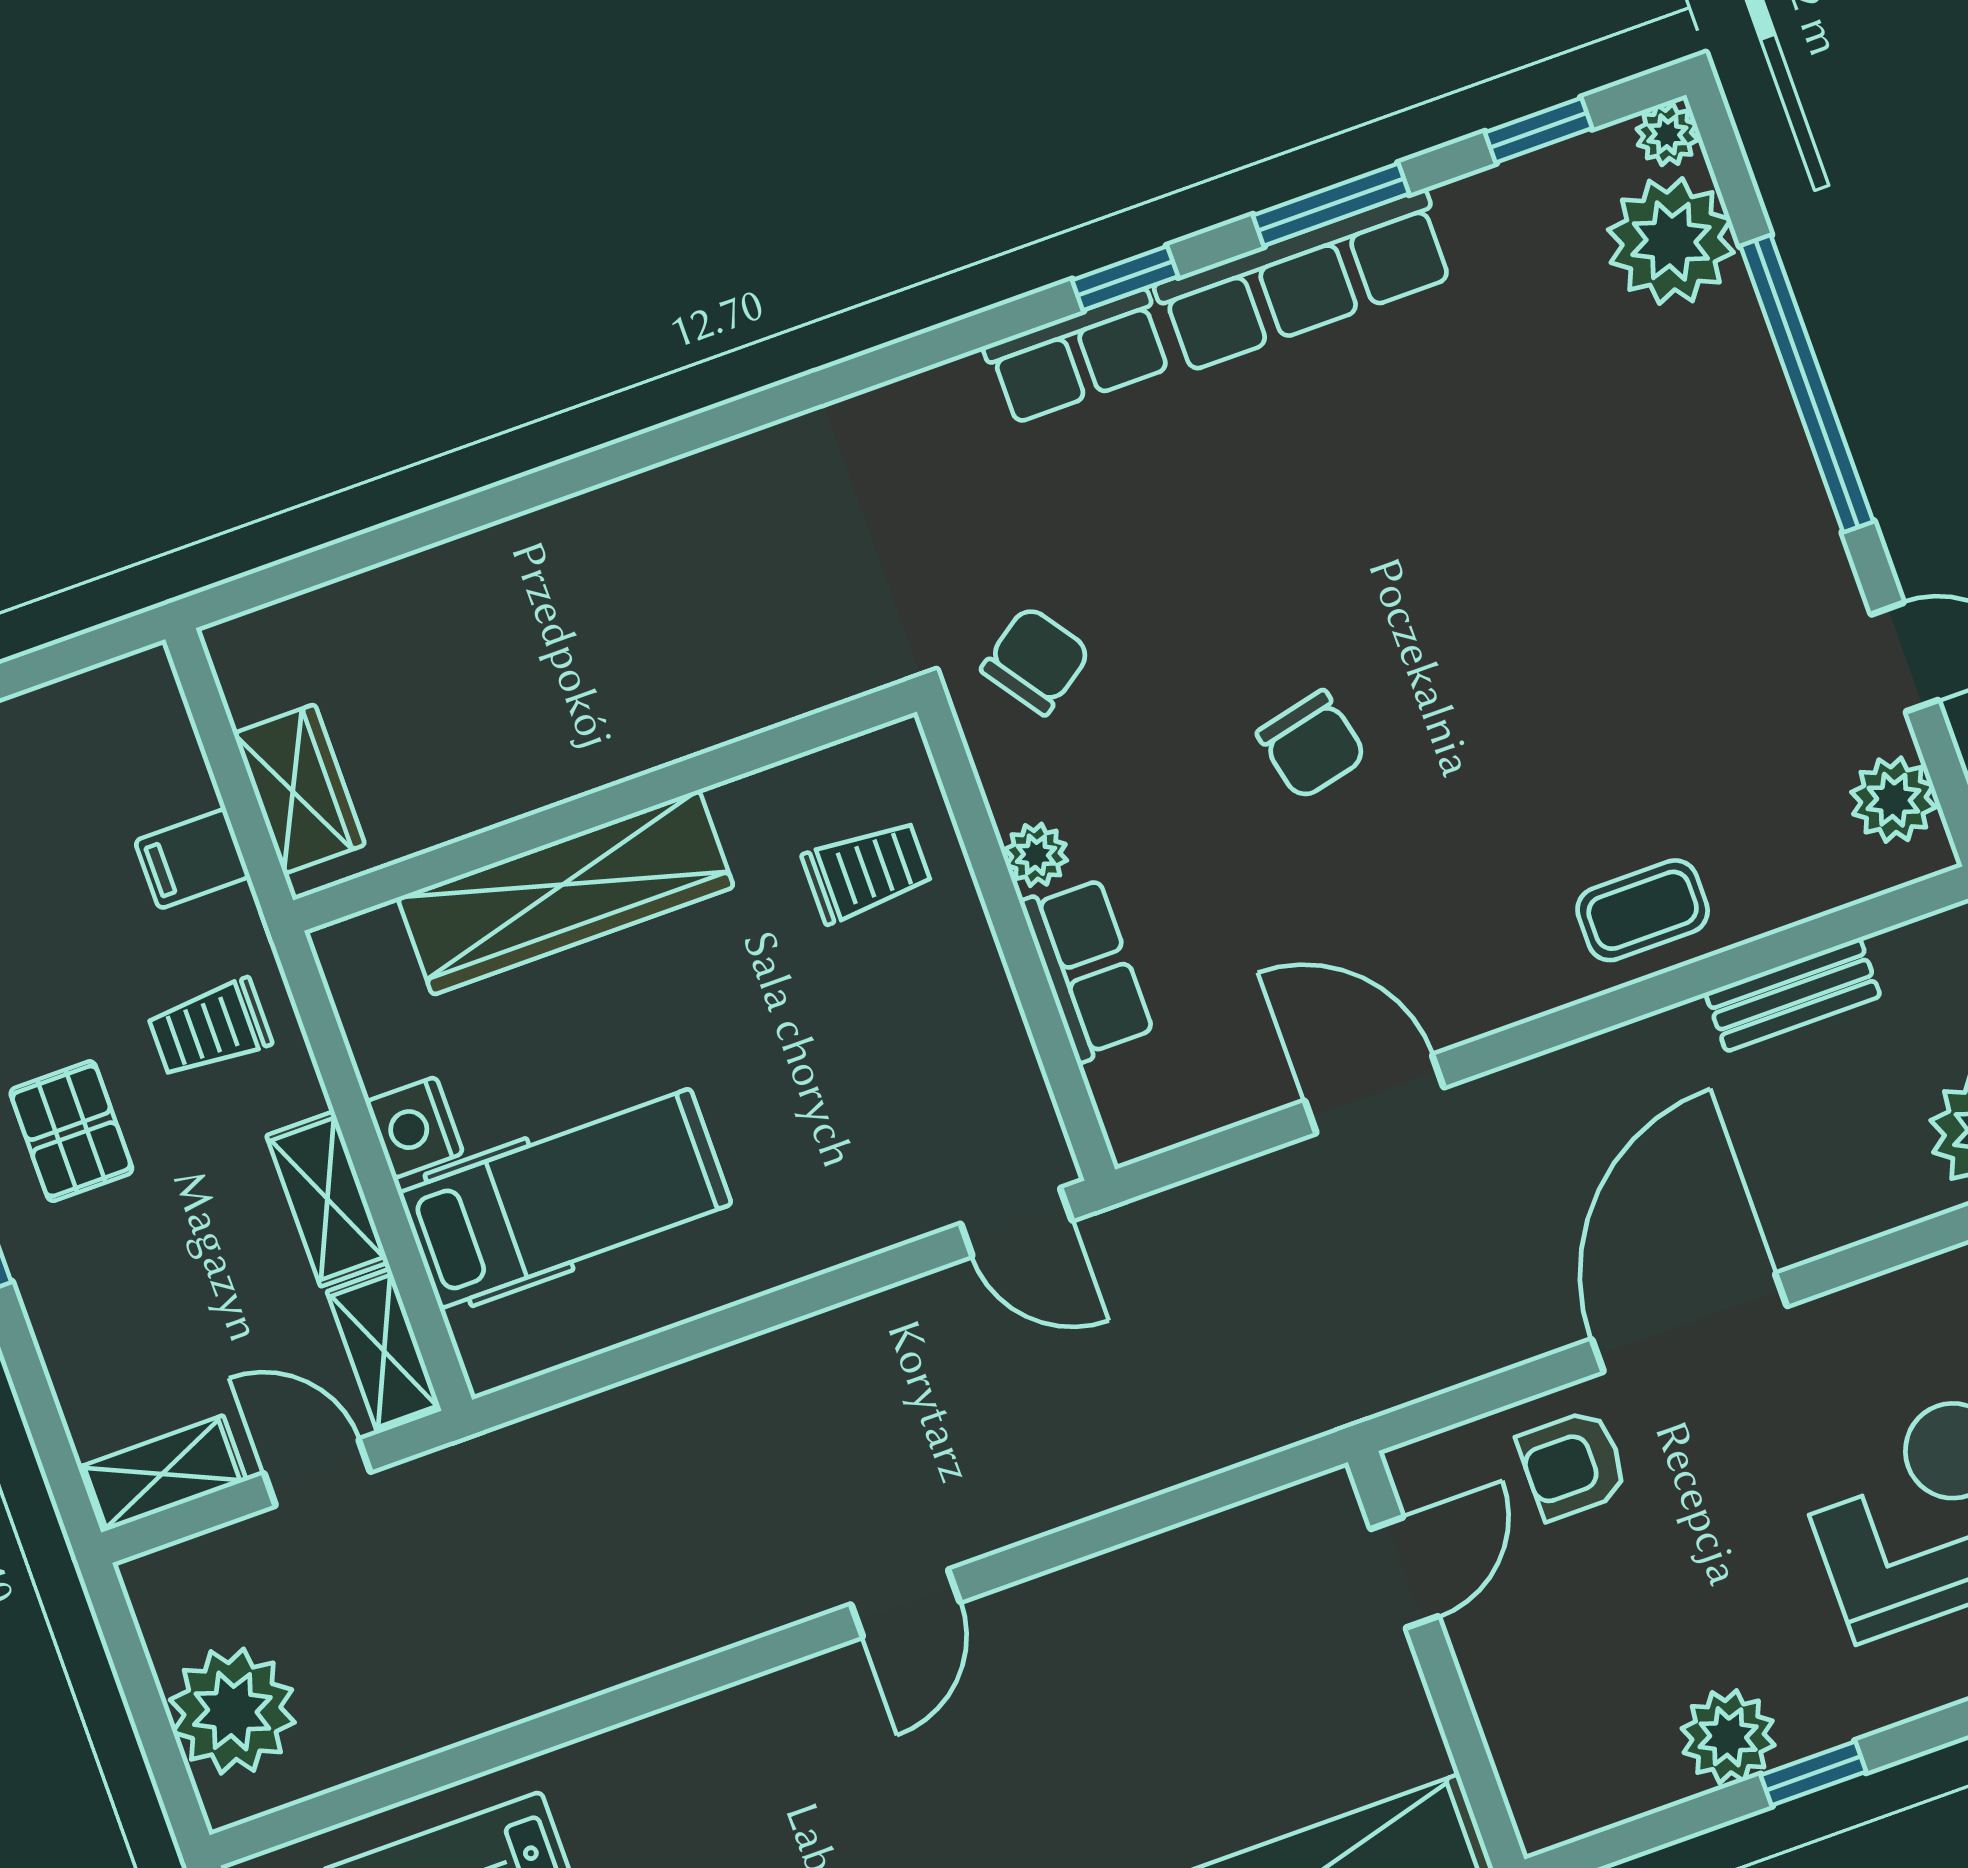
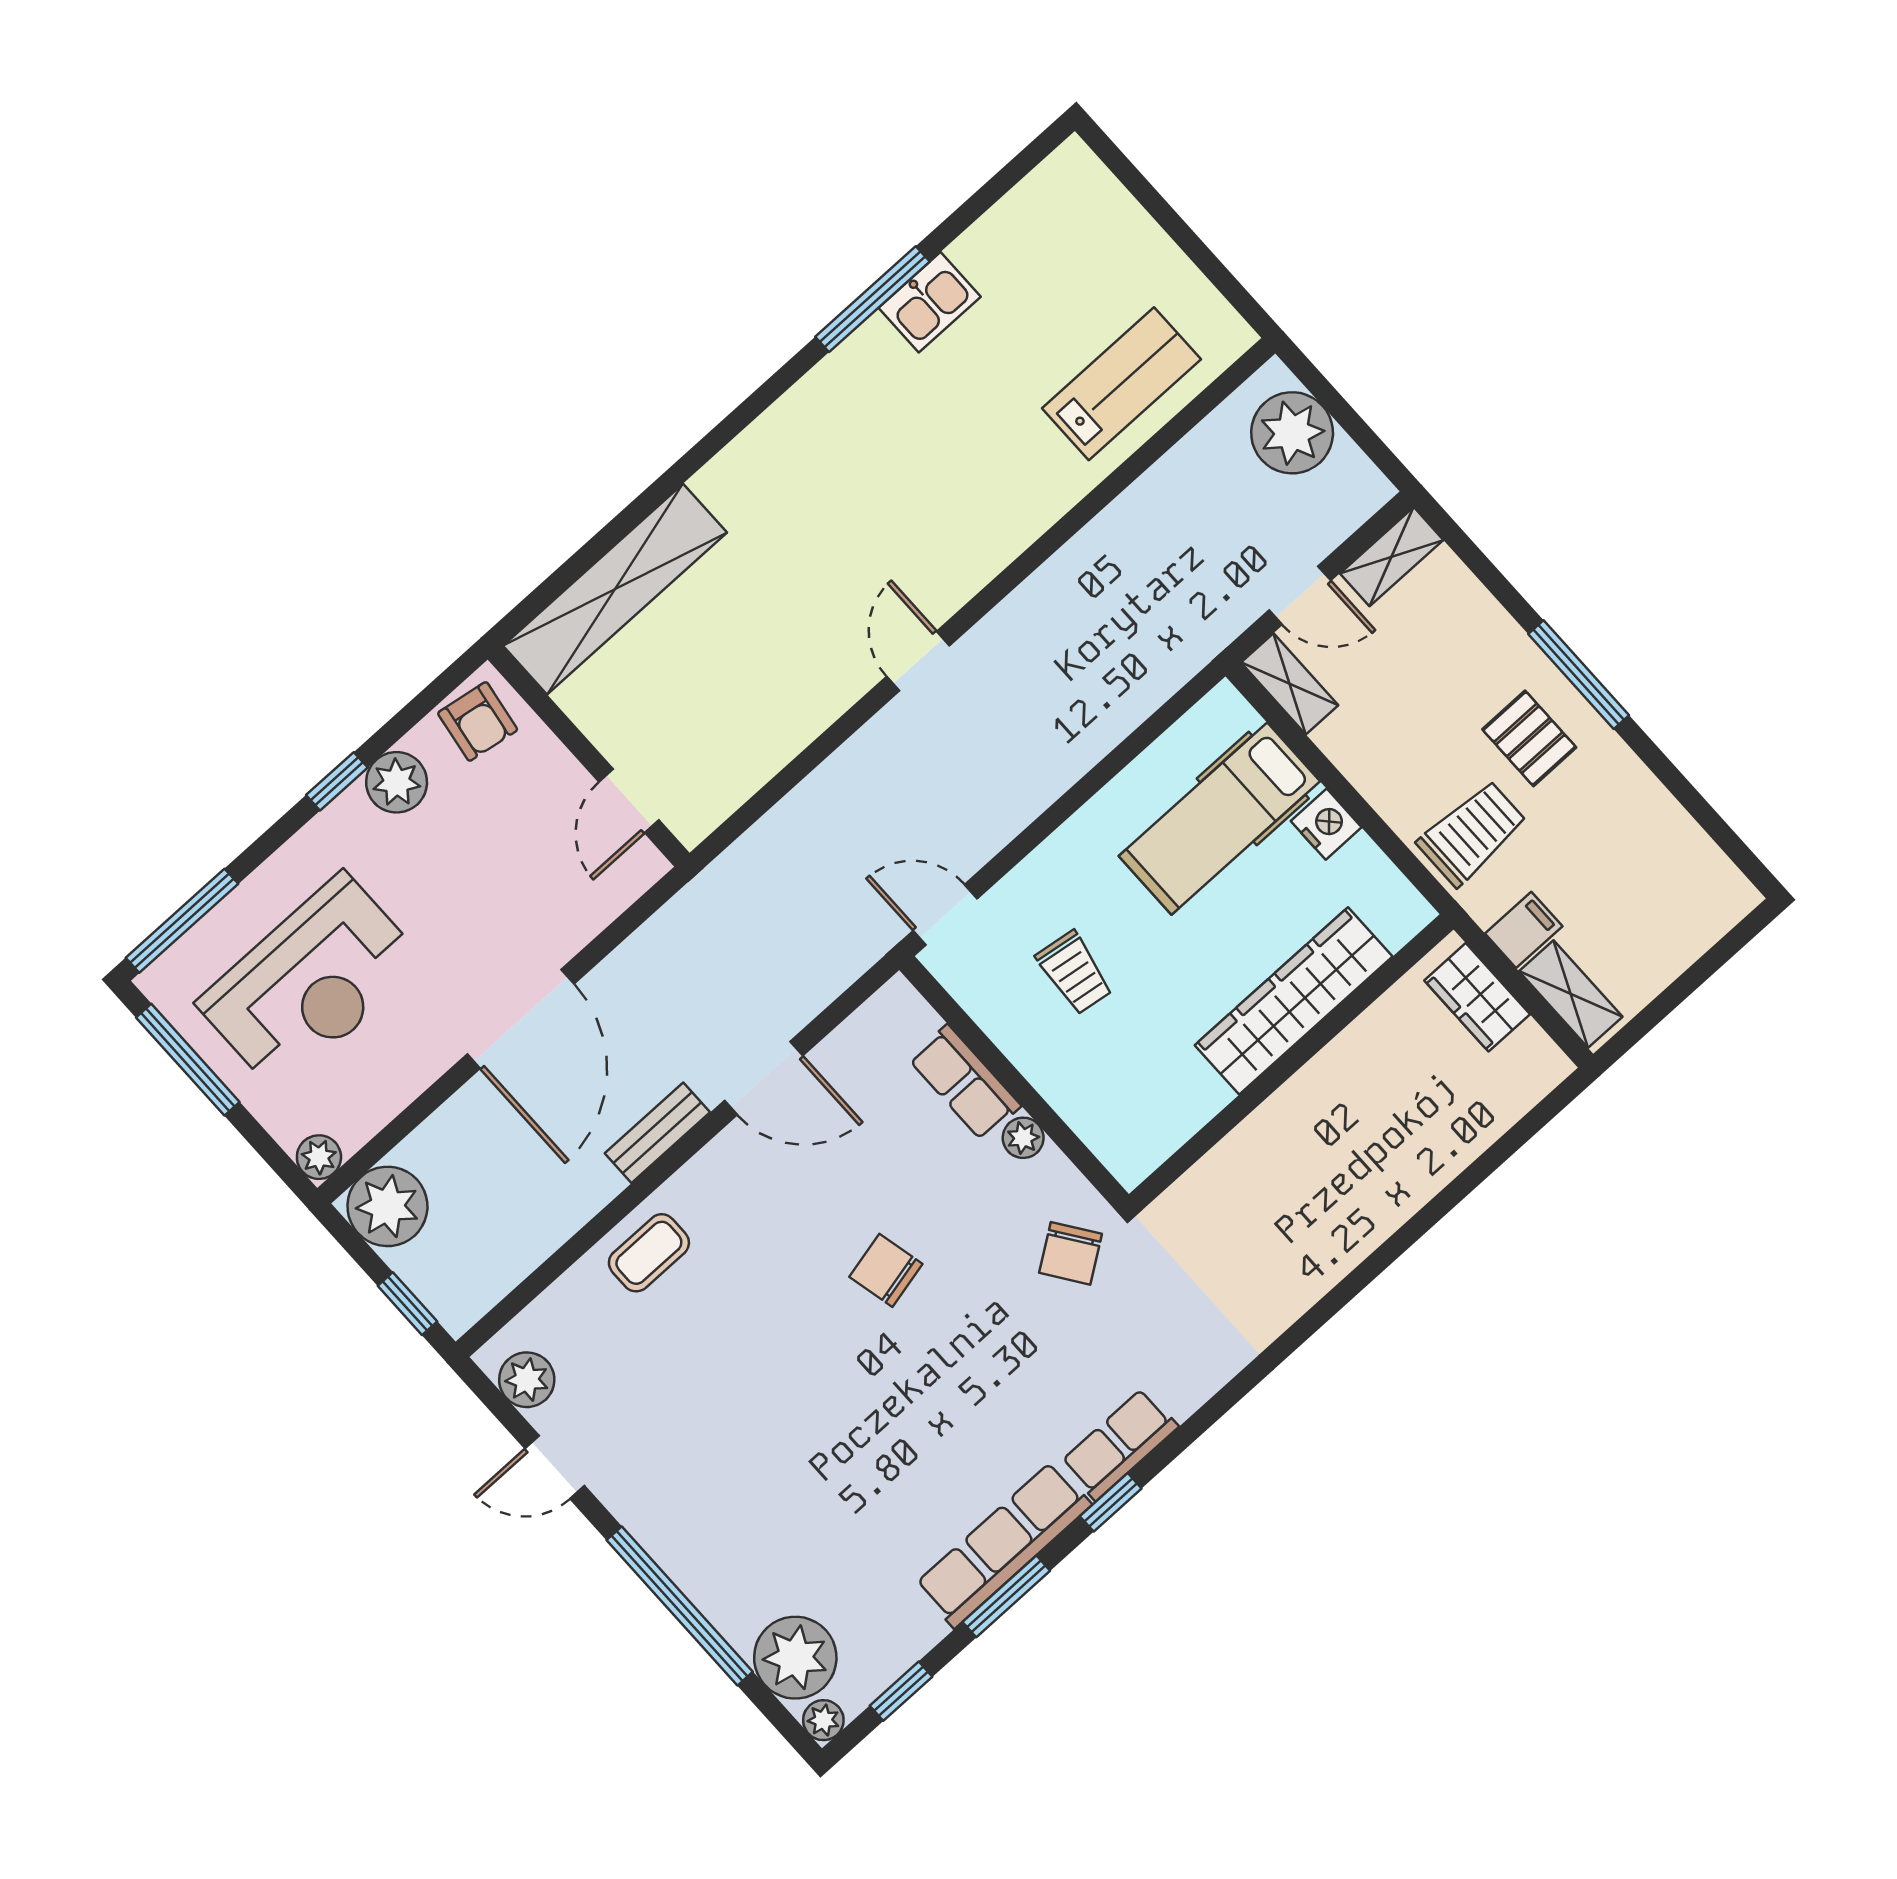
trolley: (867, 871) -> (1074, 973), moved, turned -82
bench: (1793, 995) -> (657, 1133), moved
trolley: (210, 1028) -> (1472, 833), width x1.36, depth x1.39
shelving: (327, 1199) -> (1571, 994), moved
armchair: (1573, 1464) -> (478, 721), moved, turned 99

